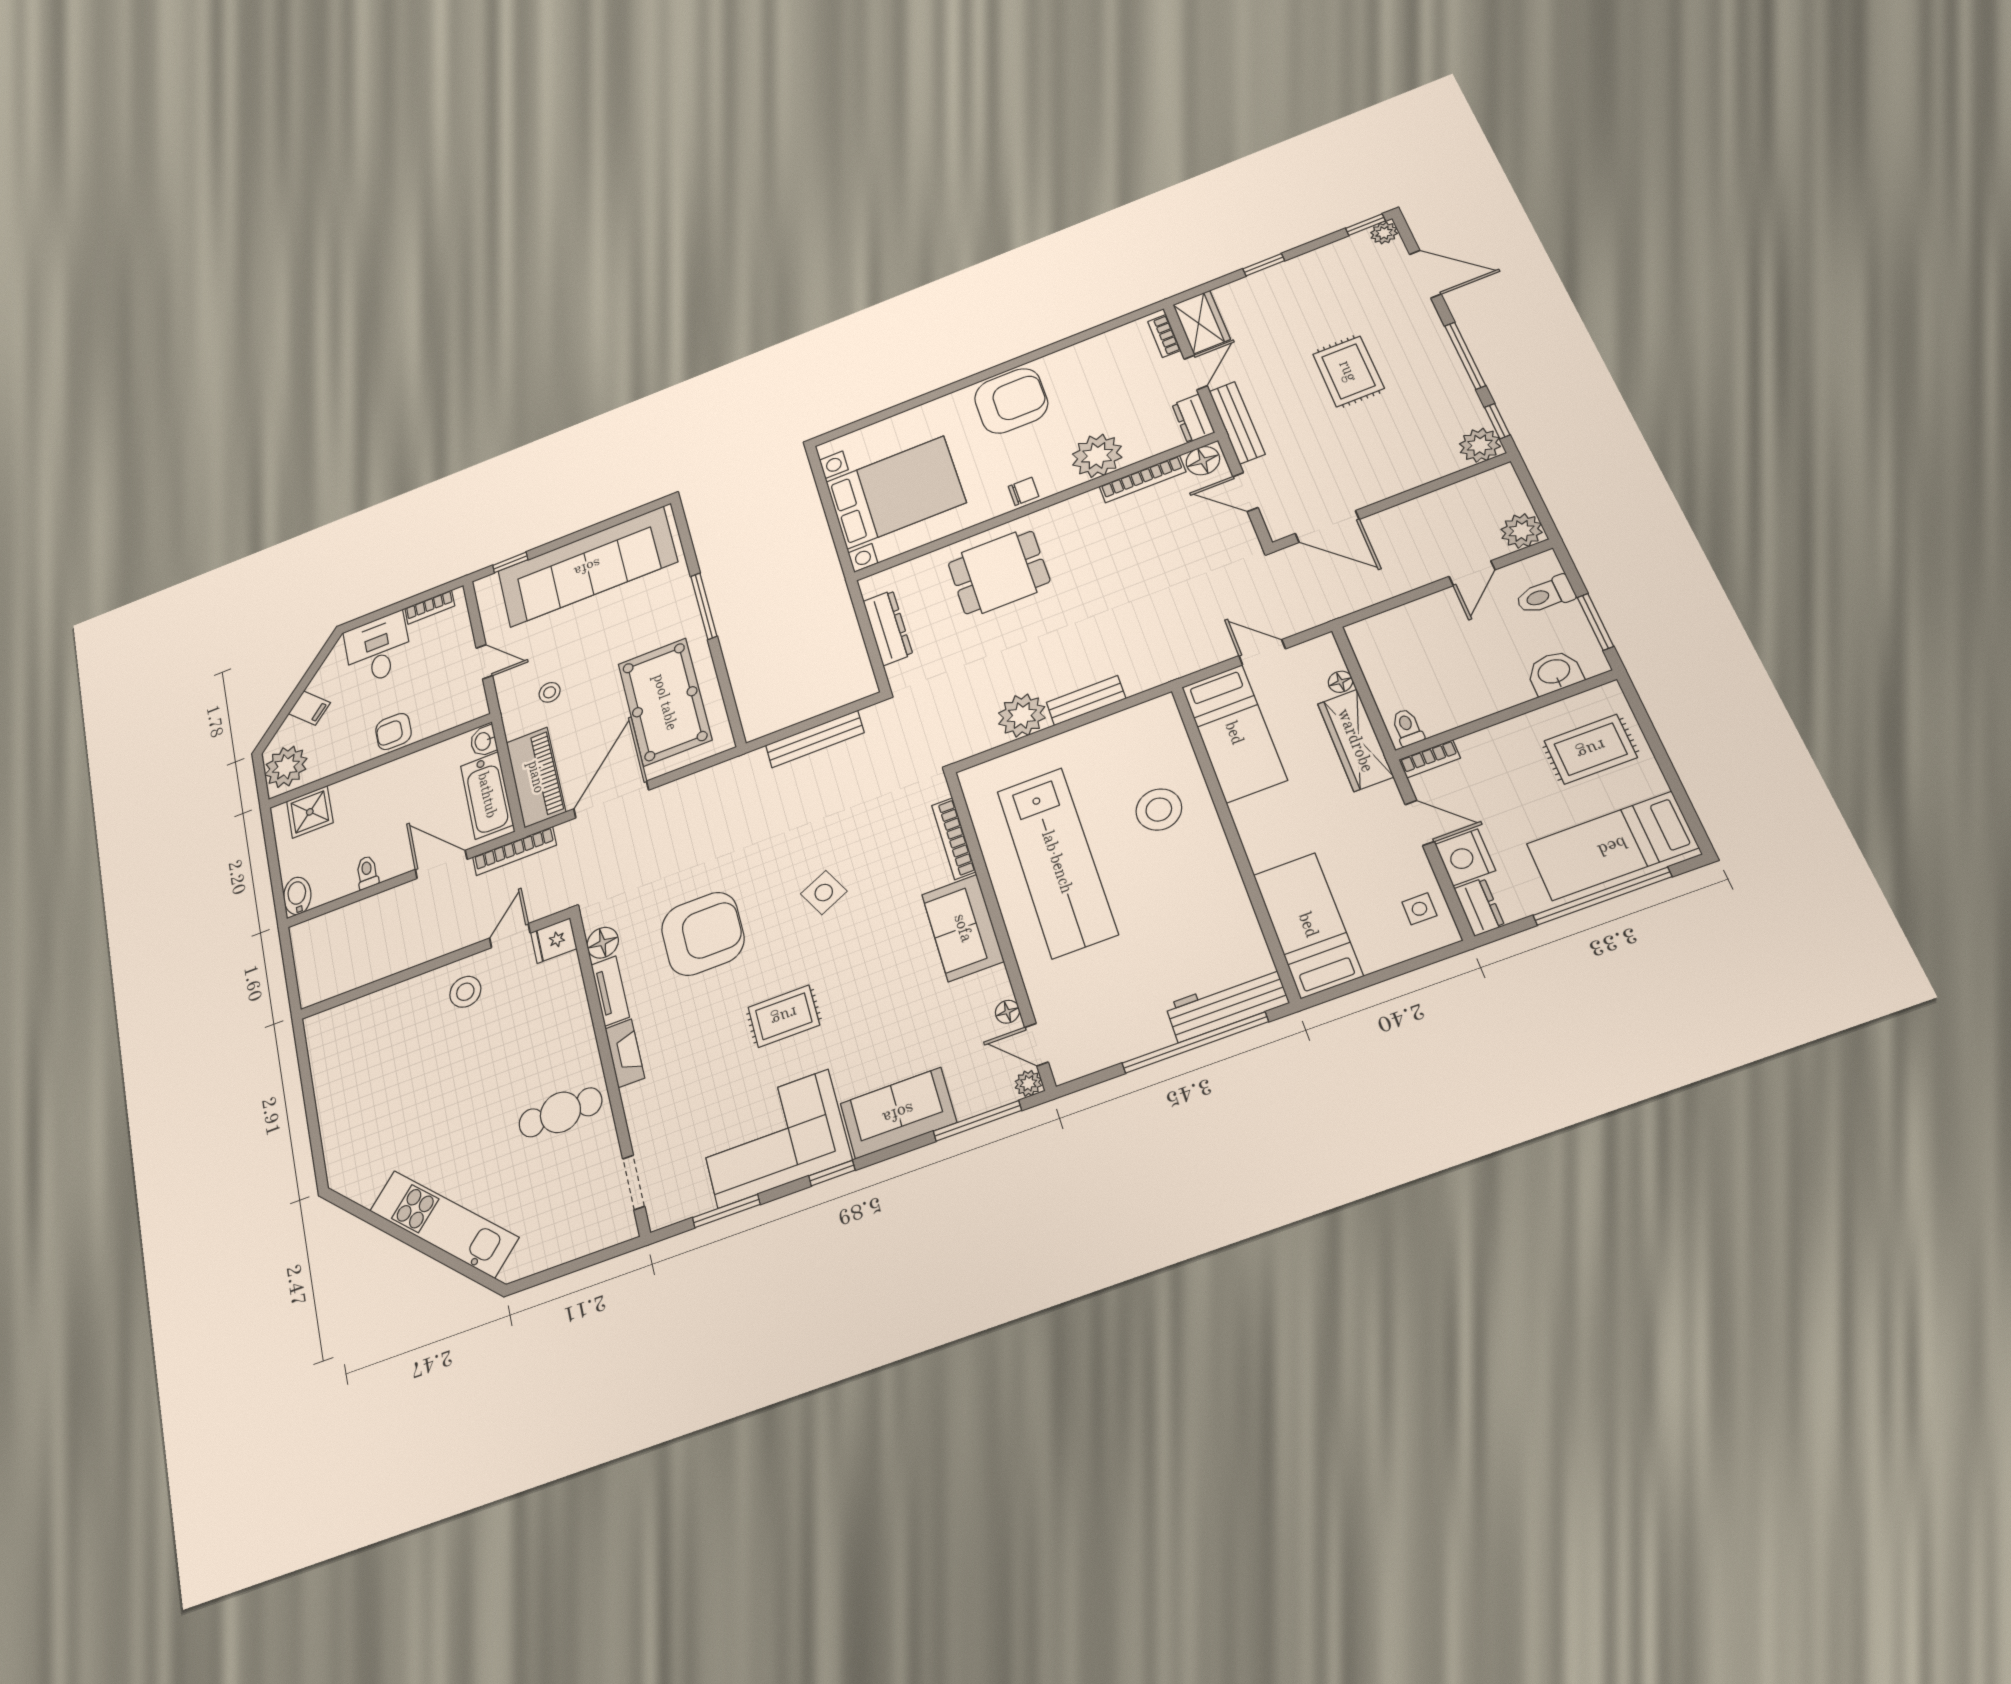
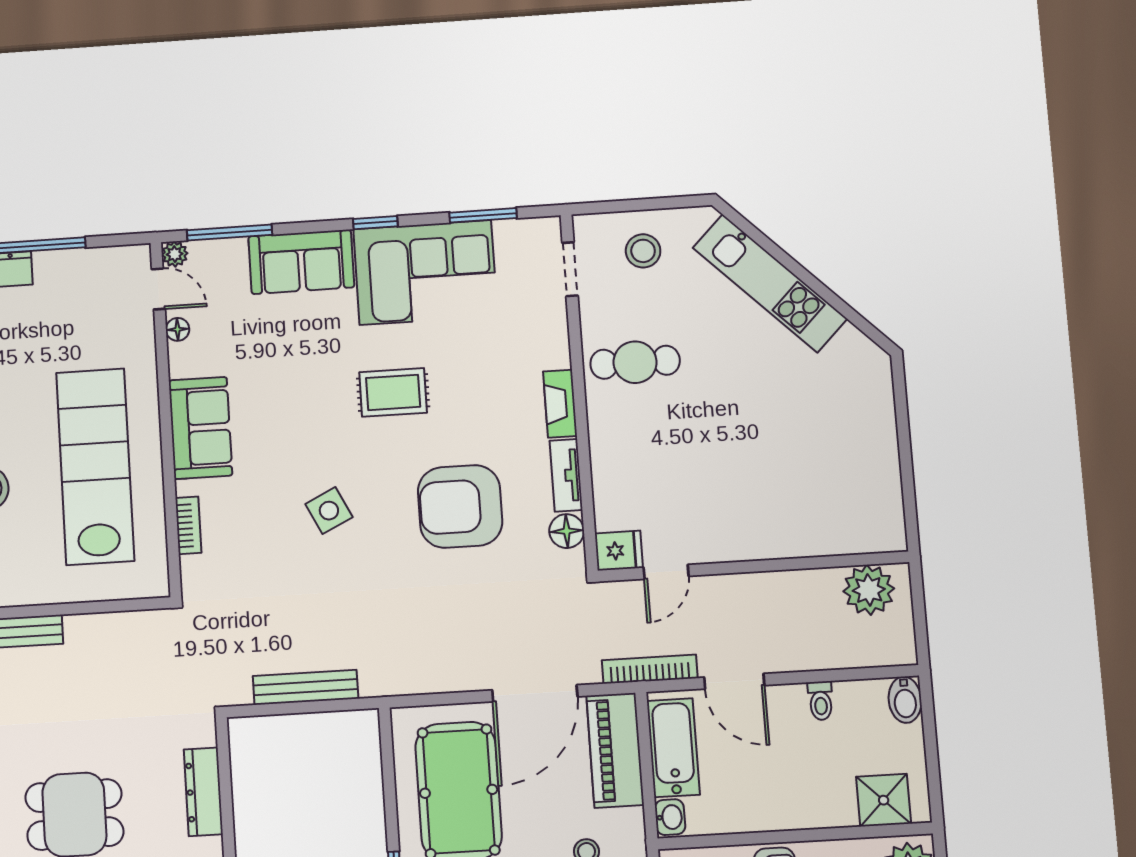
plant: (1022, 715) -> (869, 590), moved
bookcase: (954, 839) -> (188, 525), width x0.64
stool: (465, 992) -> (643, 251), moved

